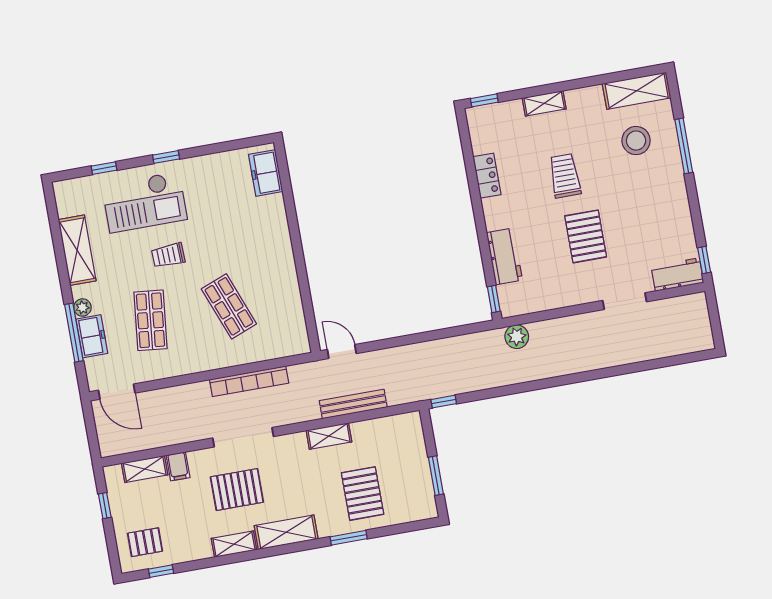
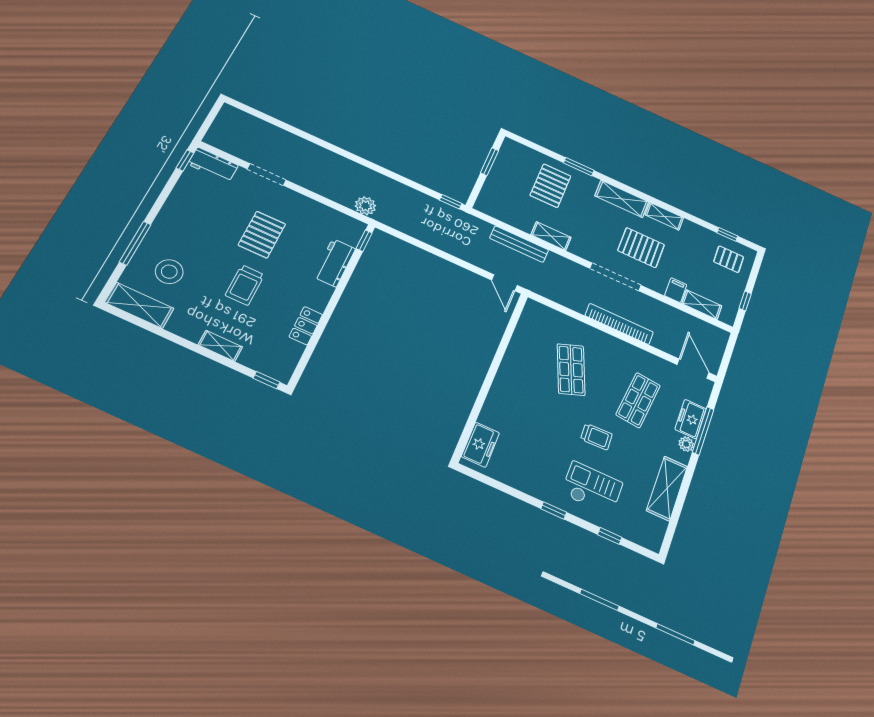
checkout: (144, 202) -> (592, 488), width x0.73, depth x0.83
bookcase: (249, 381) -> (619, 324), moved

